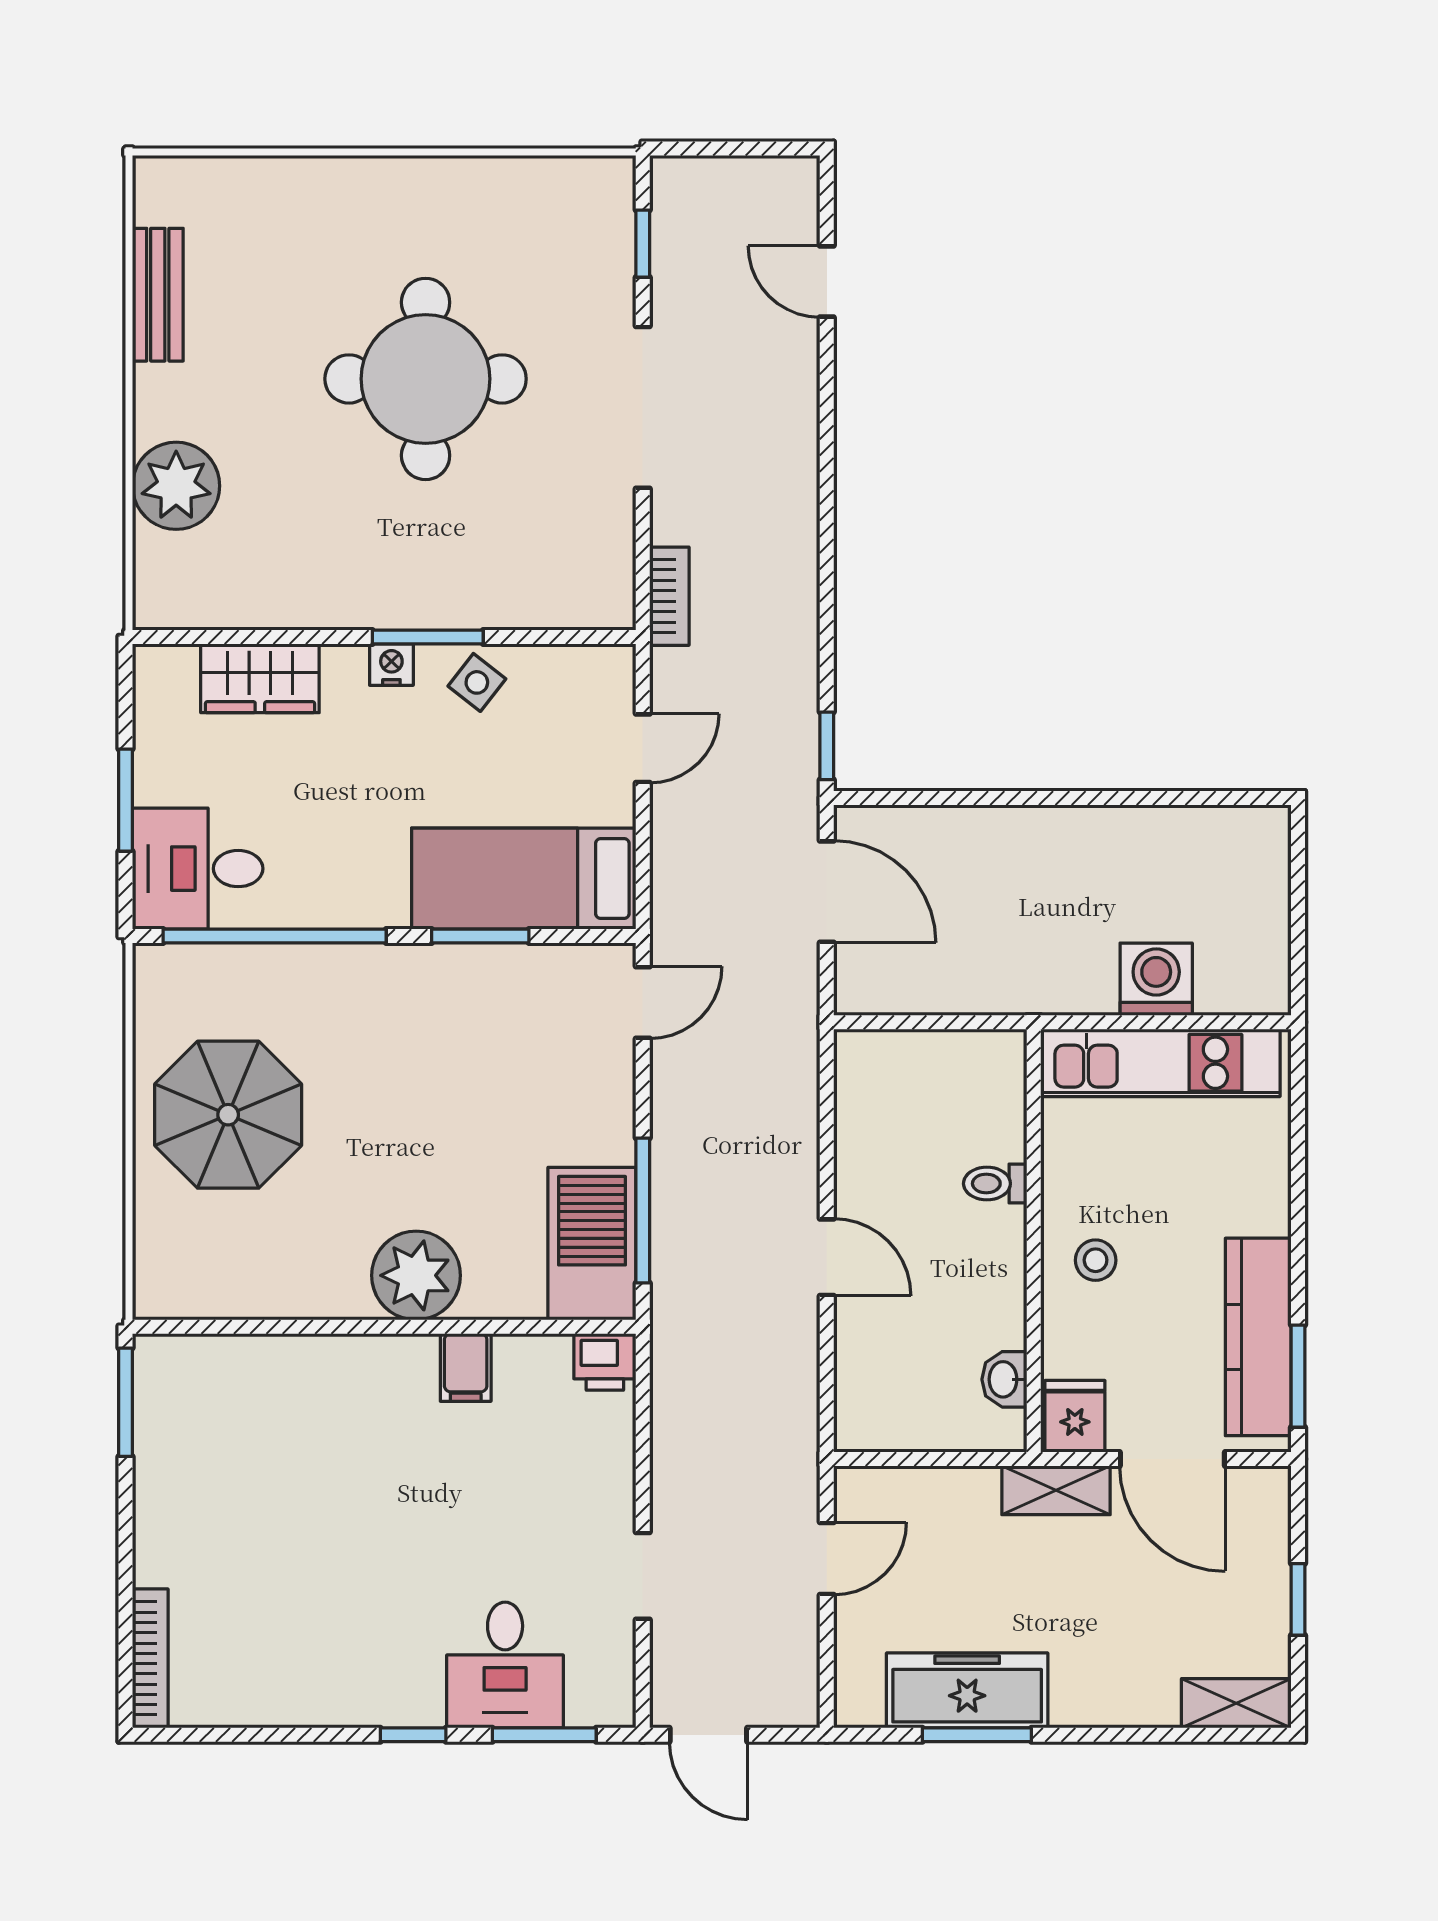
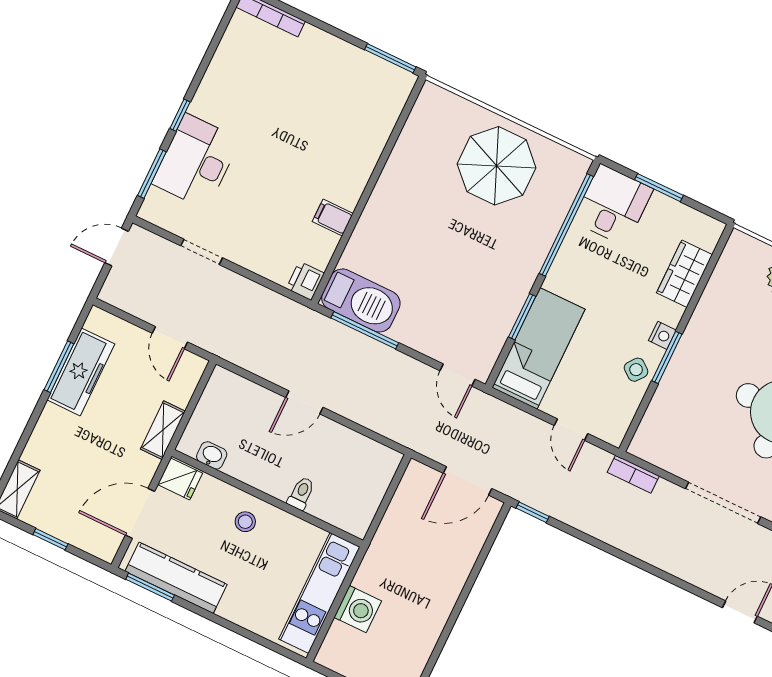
plant: (416, 1275) -> (384, 215), removed
shelving: (1056, 1490) -> (163, 430), moved
desk: (505, 1665) -> (196, 161), width x1.37

